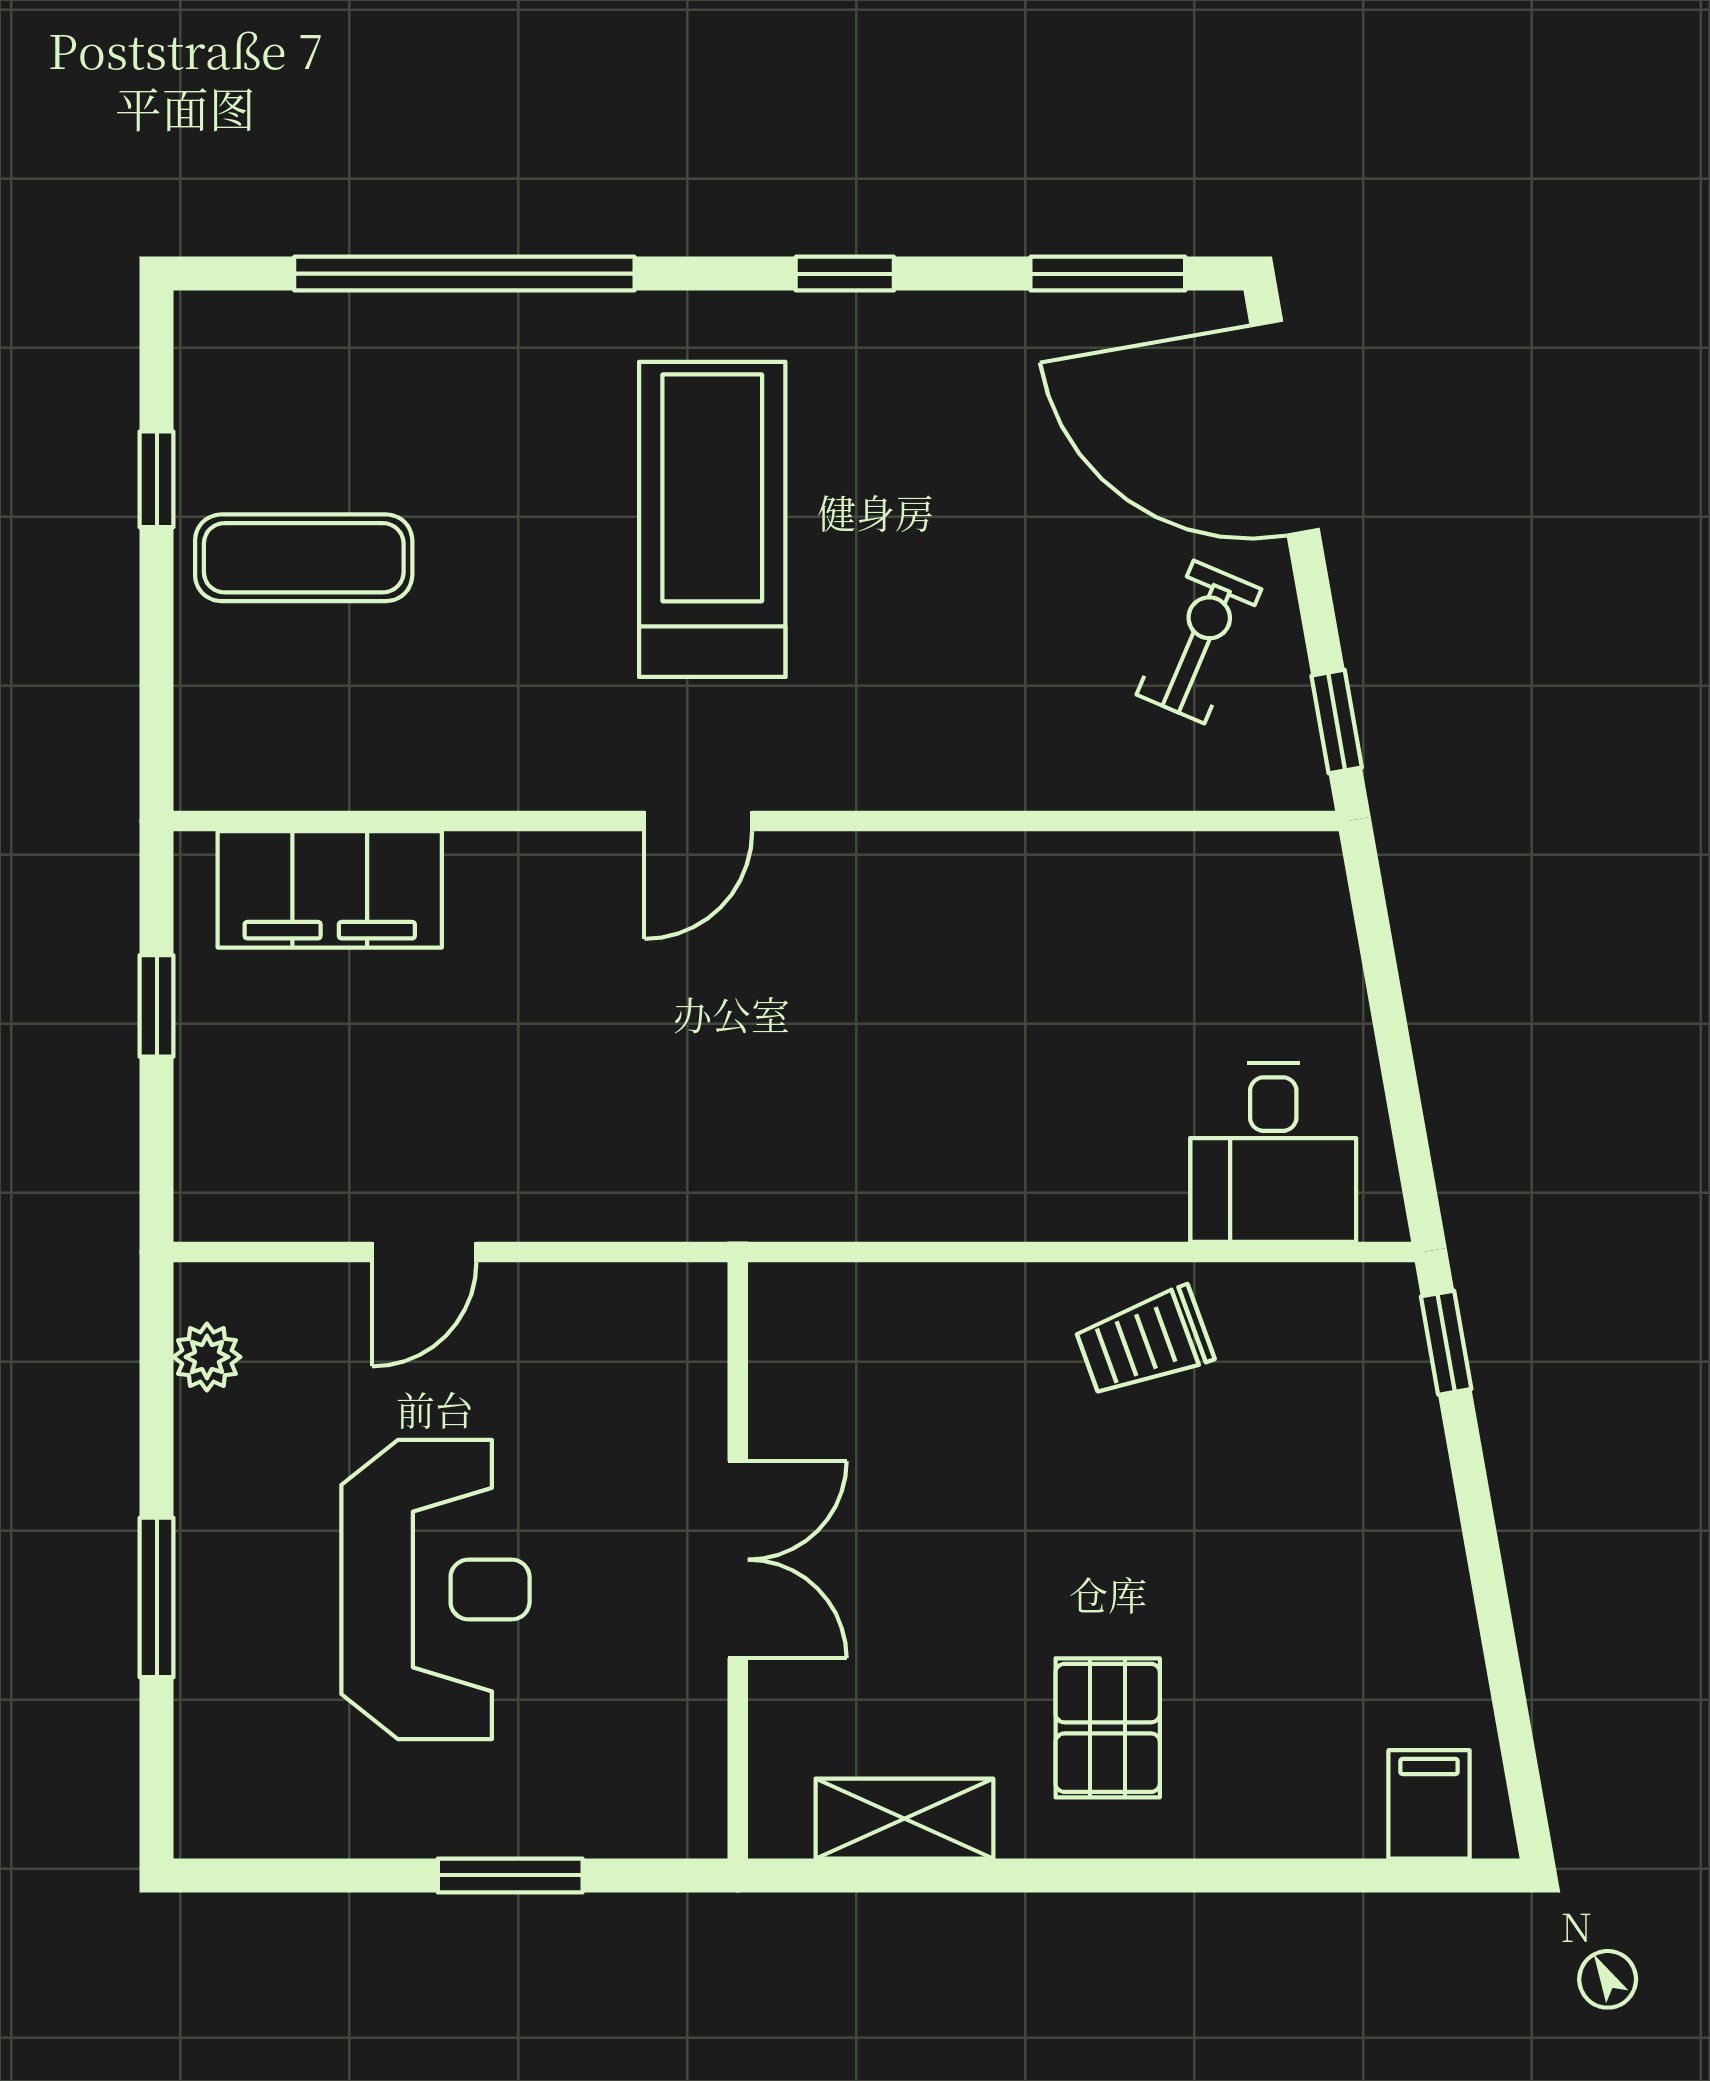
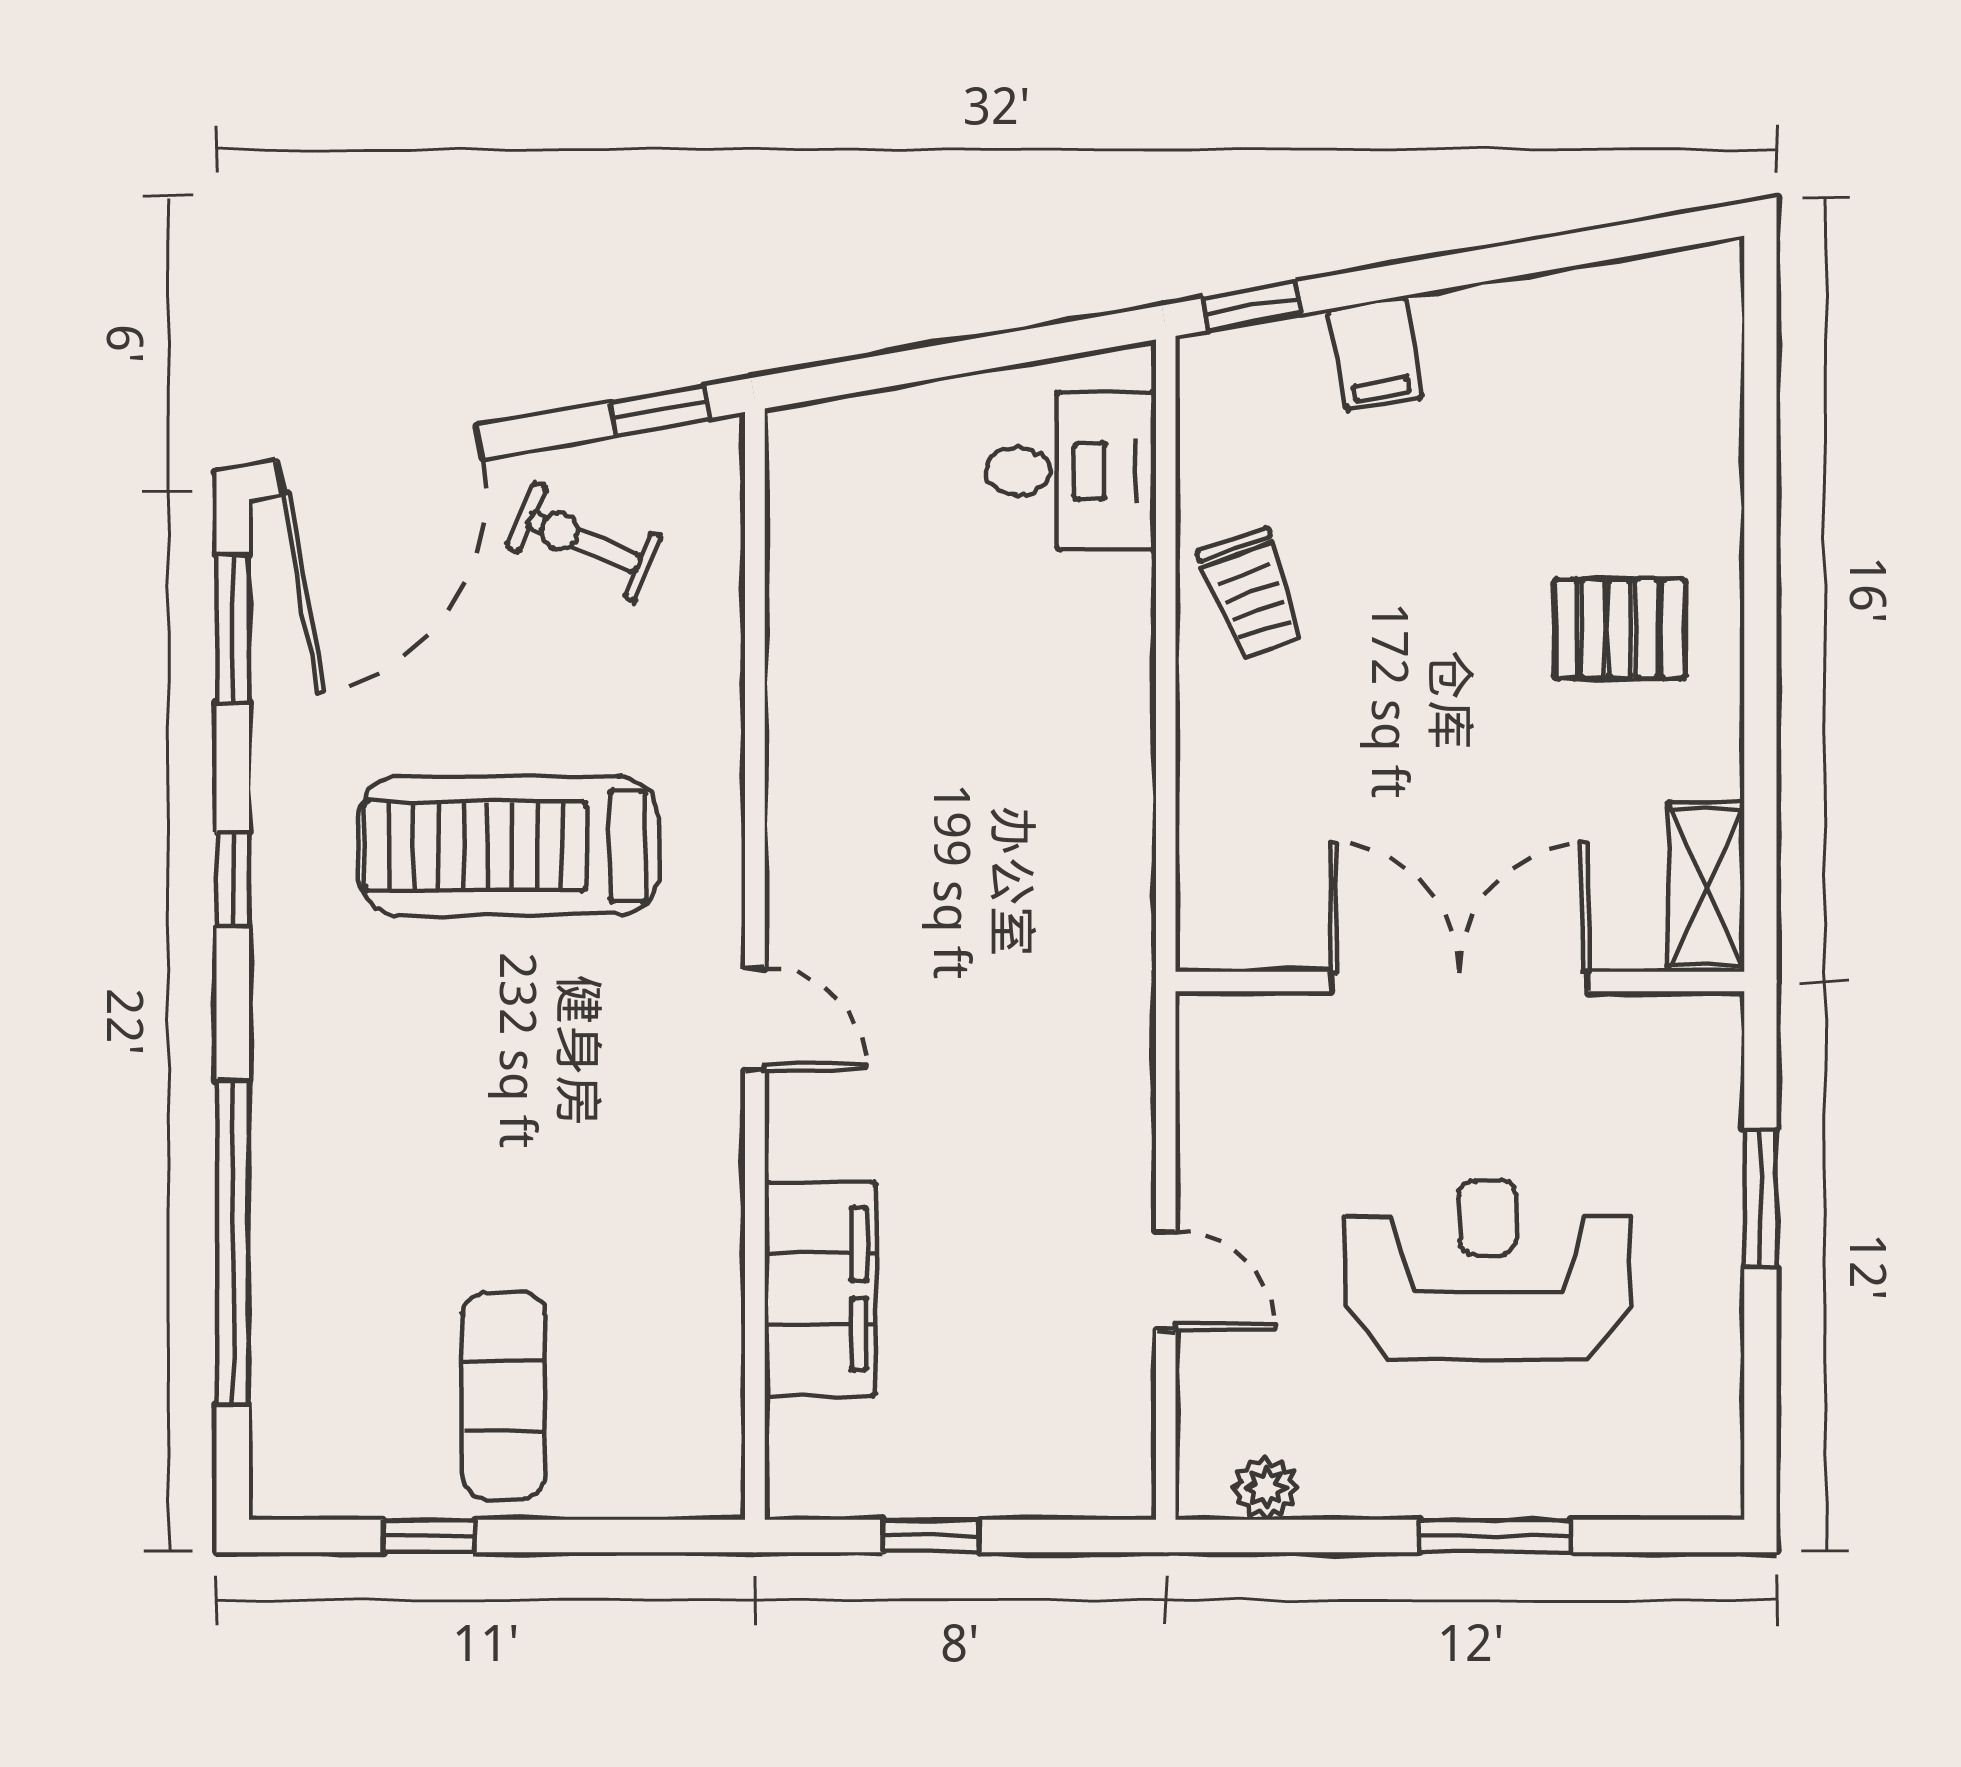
treadmill: (712, 519) -> (508, 846), moved
filing cabinet: (330, 889) -> (820, 1289), moved
double door: (738, 1560) -> (1459, 982), width x1.37
filing cabinet: (1429, 1804) -> (1375, 353), moved, turned -100
shelving: (904, 1819) -> (1706, 887), moved

